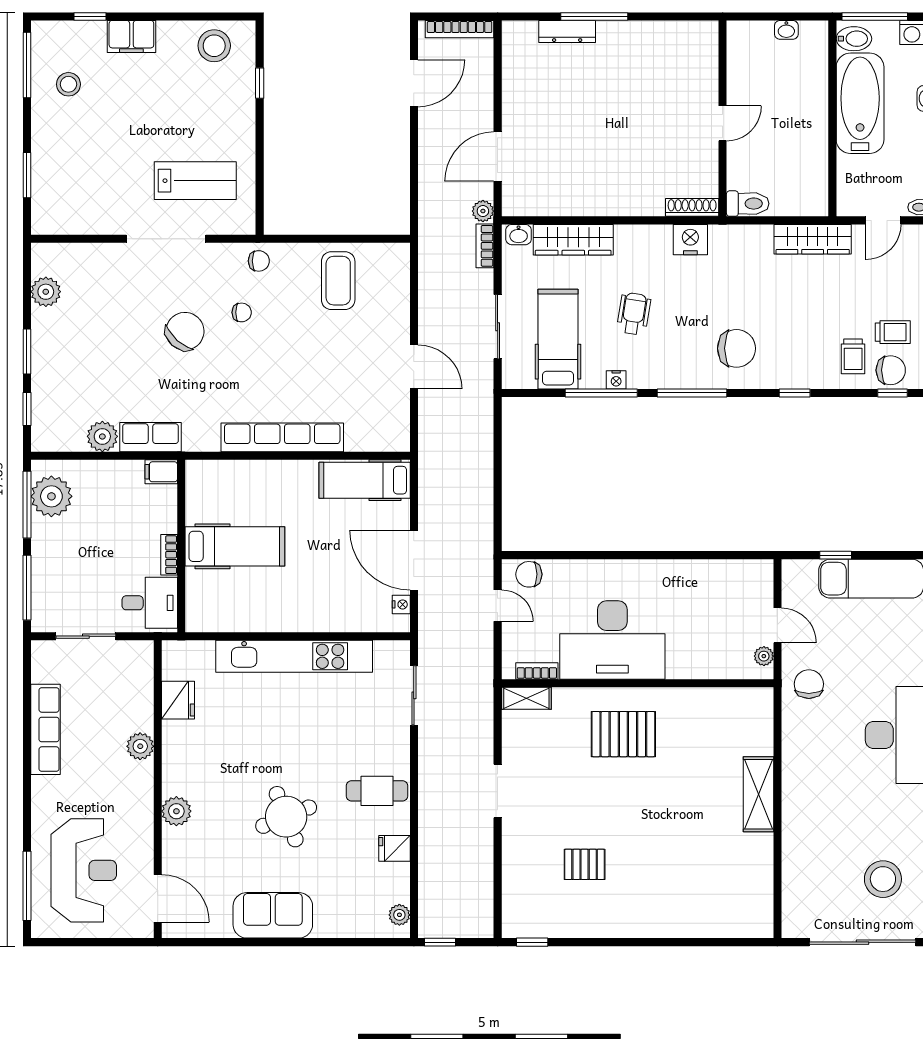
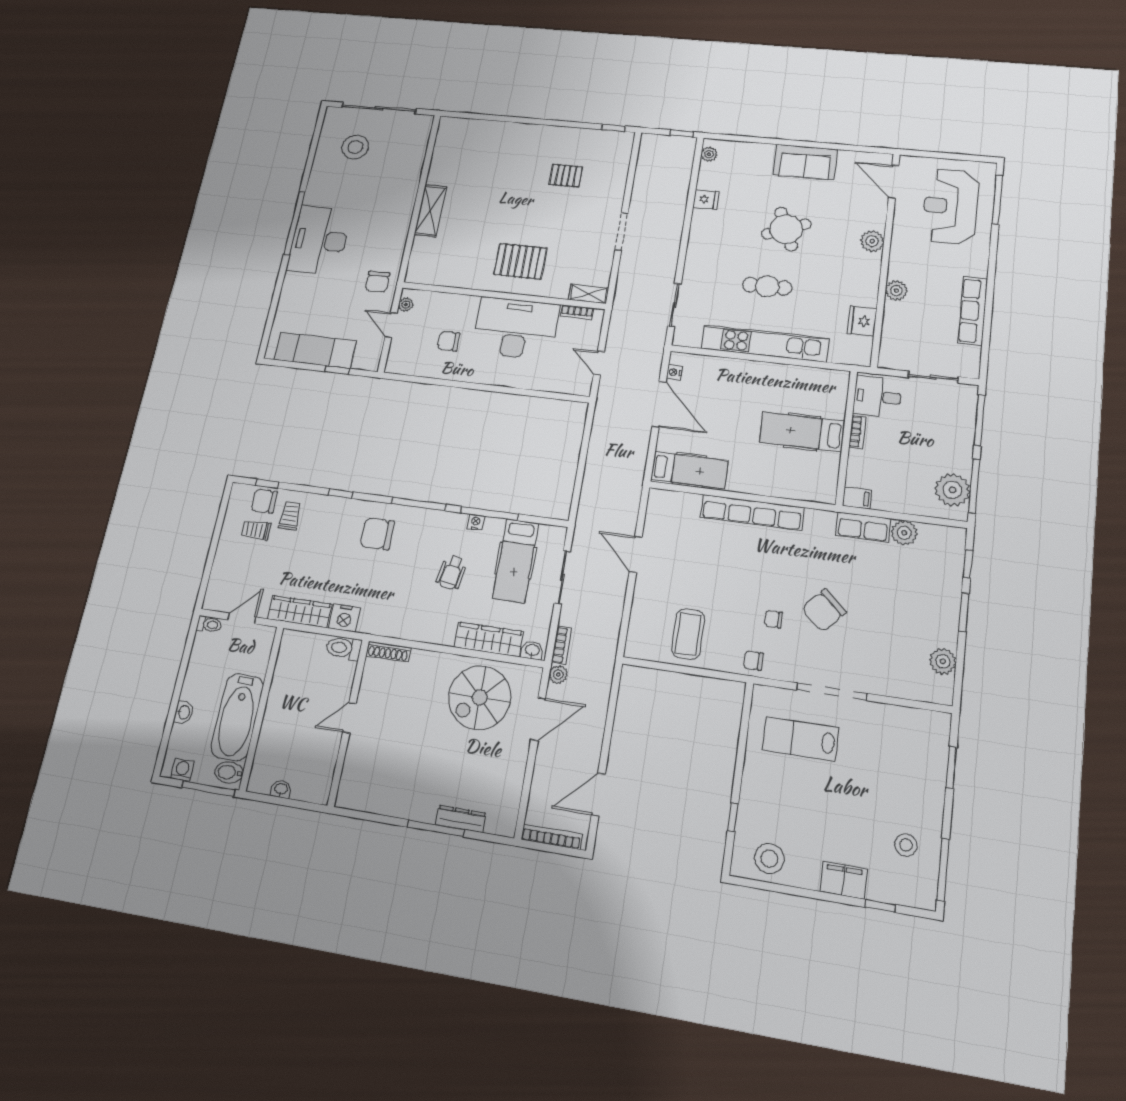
spiral stairs: (571, 170) -> (480, 698), added
nightstand: (690, 240) -> (344, 618), moved
chair: (529, 574) -> (449, 341), moved, turned 180
cafe table: (377, 791) -> (767, 286), moved

